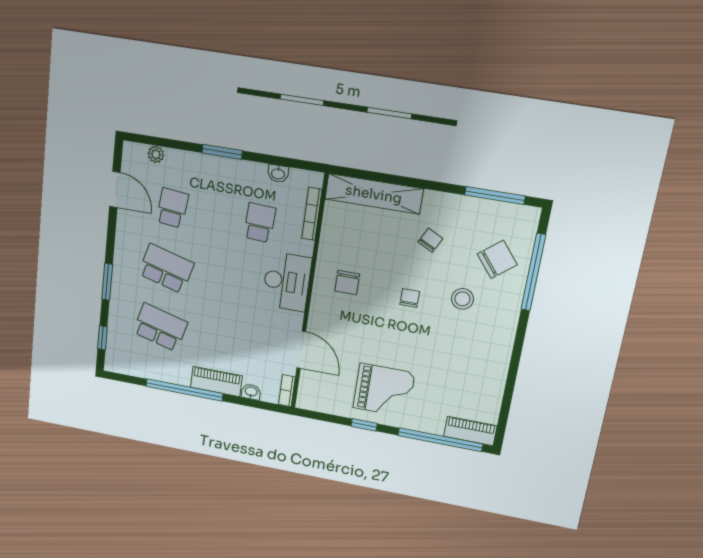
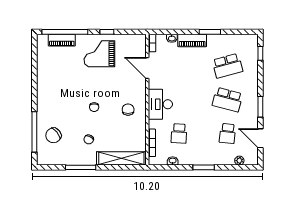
window: (495, 196) -> (81, 167), moved
window: (107, 282) -> (260, 107), moved
stool: (462, 299) -> (67, 112), removed
school desk: (160, 327) -> (227, 66), turned -30
window: (184, 390) -> (210, 32), width x0.47
piano: (470, 431) -> (62, 40), moved

